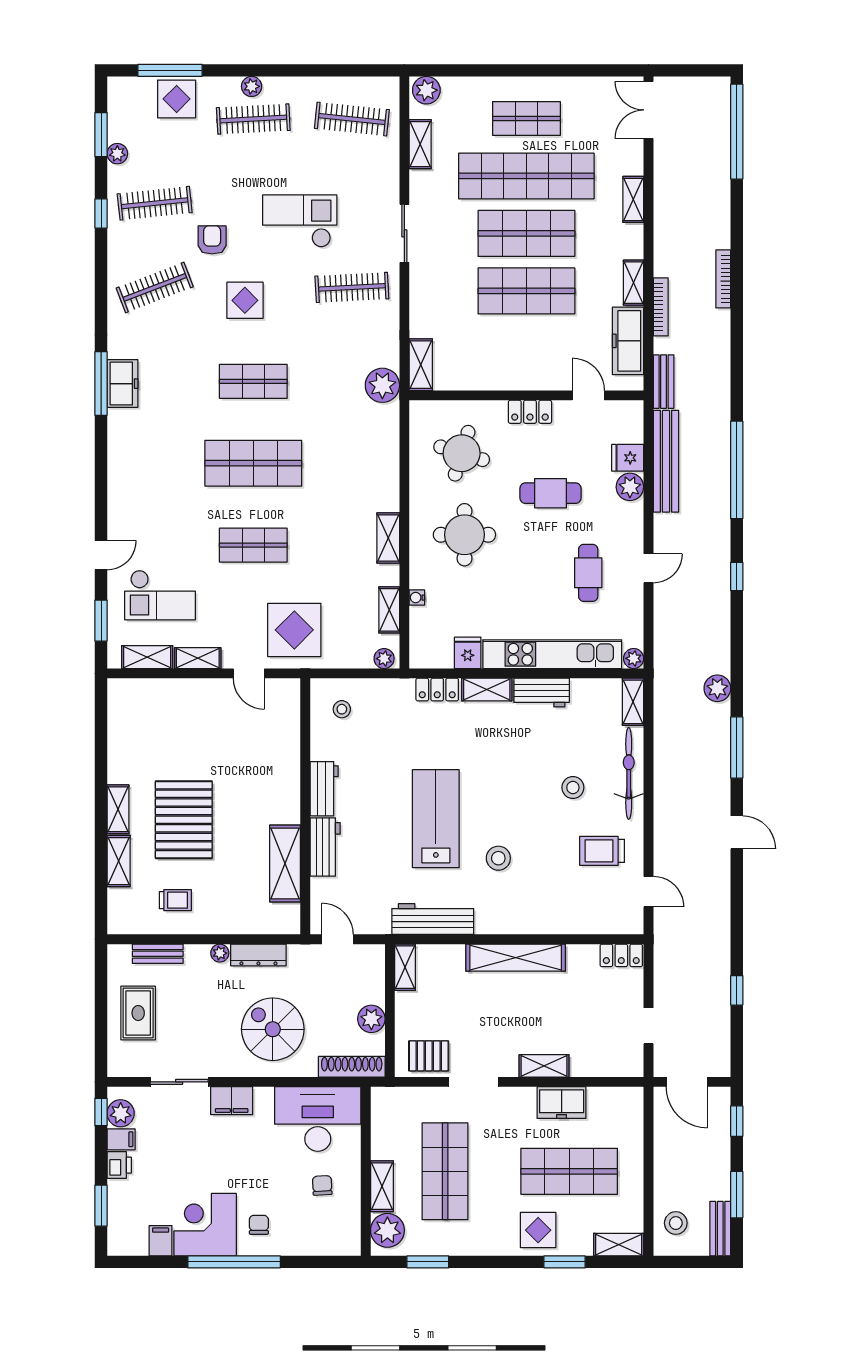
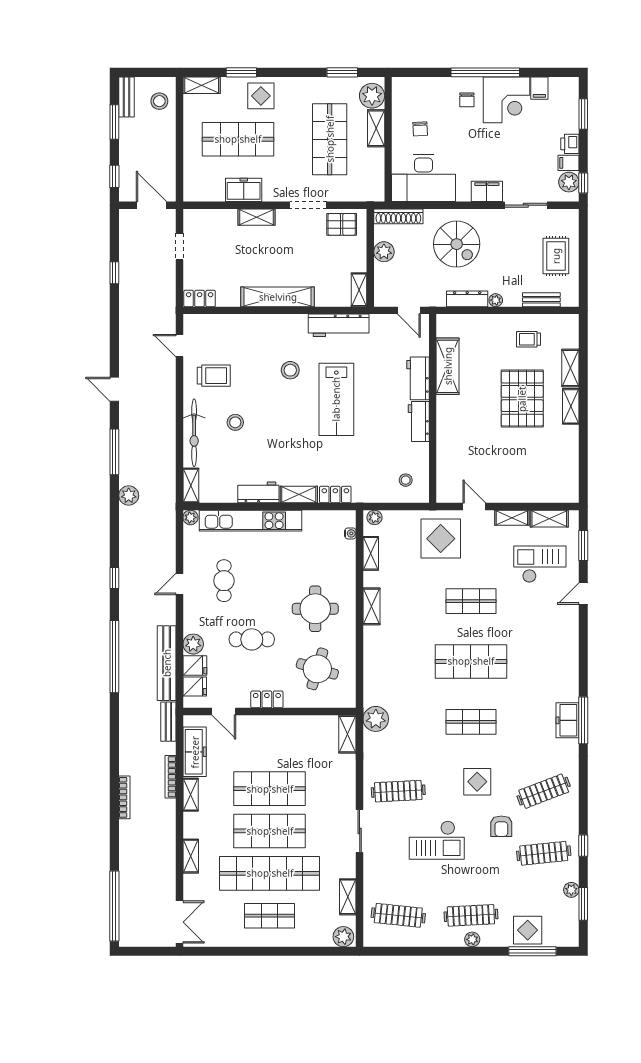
water cooler: (417, 598) -> (350, 533), moved
fridge: (468, 653) -> (195, 687), moved, turned -90

